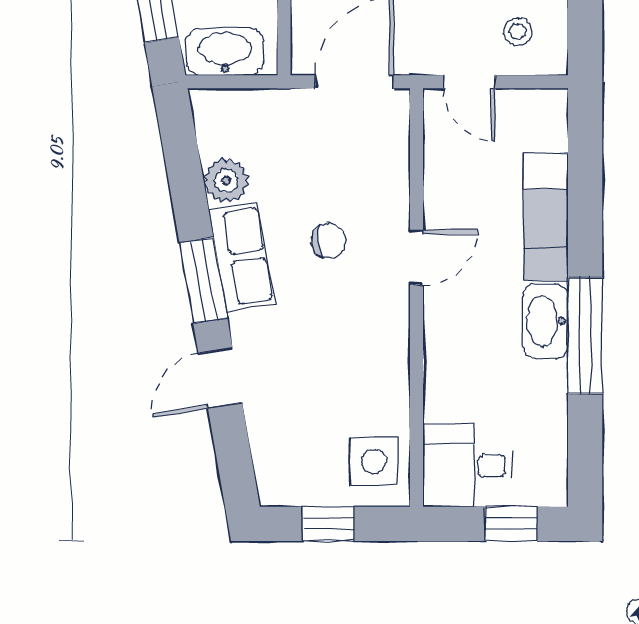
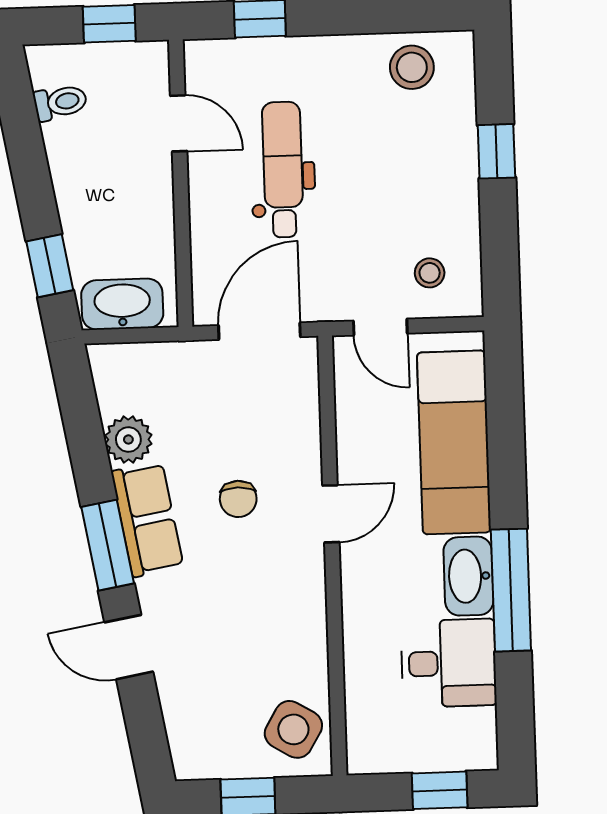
exam couch: (546, 217) -> (454, 442), width x1.36, depth x1.45
chair: (329, 241) -> (238, 499), turned 98
door: (220, 378) -> (129, 647), hinge flipped
side table: (374, 461) -> (293, 729), turned 31
desk: (467, 465) -> (449, 663), moved, turned 180

